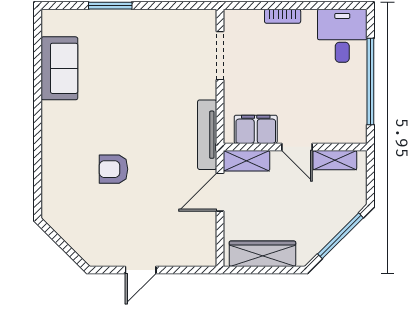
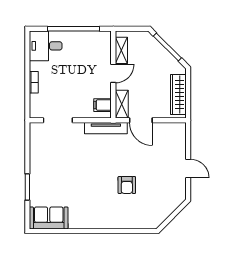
sofa: (59, 68) -> (49, 218), moved
filing cabinet: (256, 129) -> (103, 105), width x0.50

